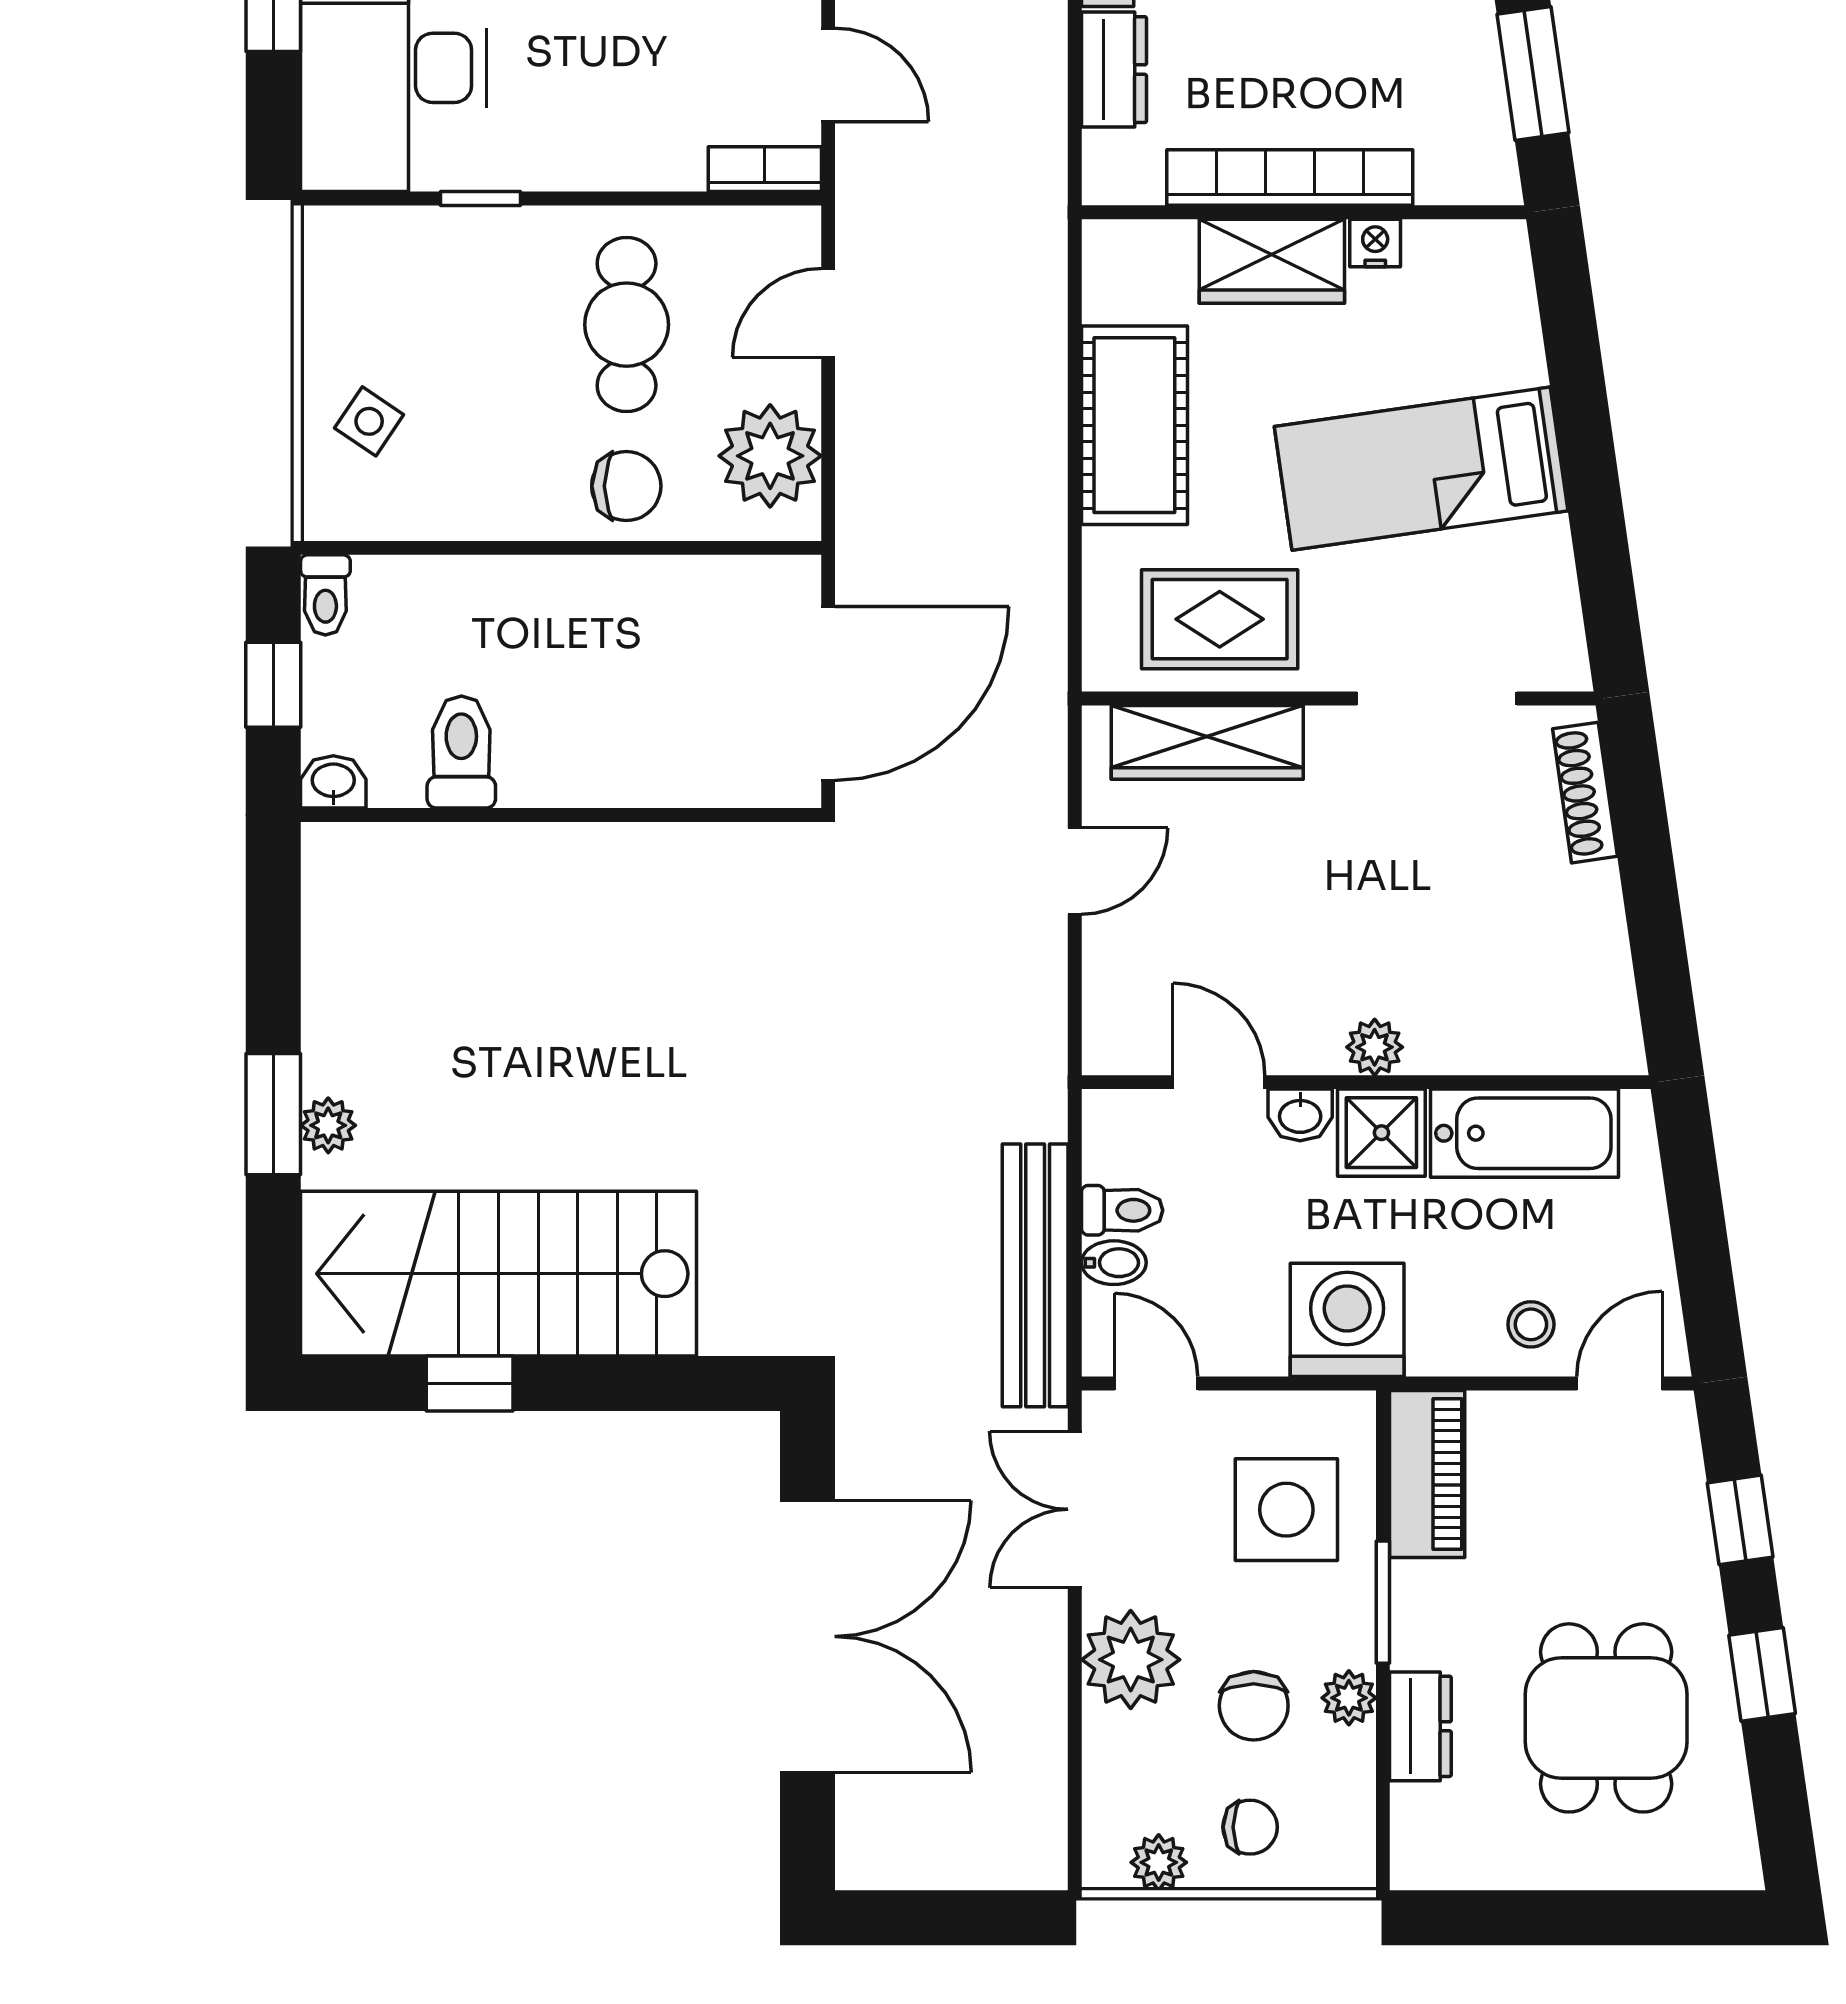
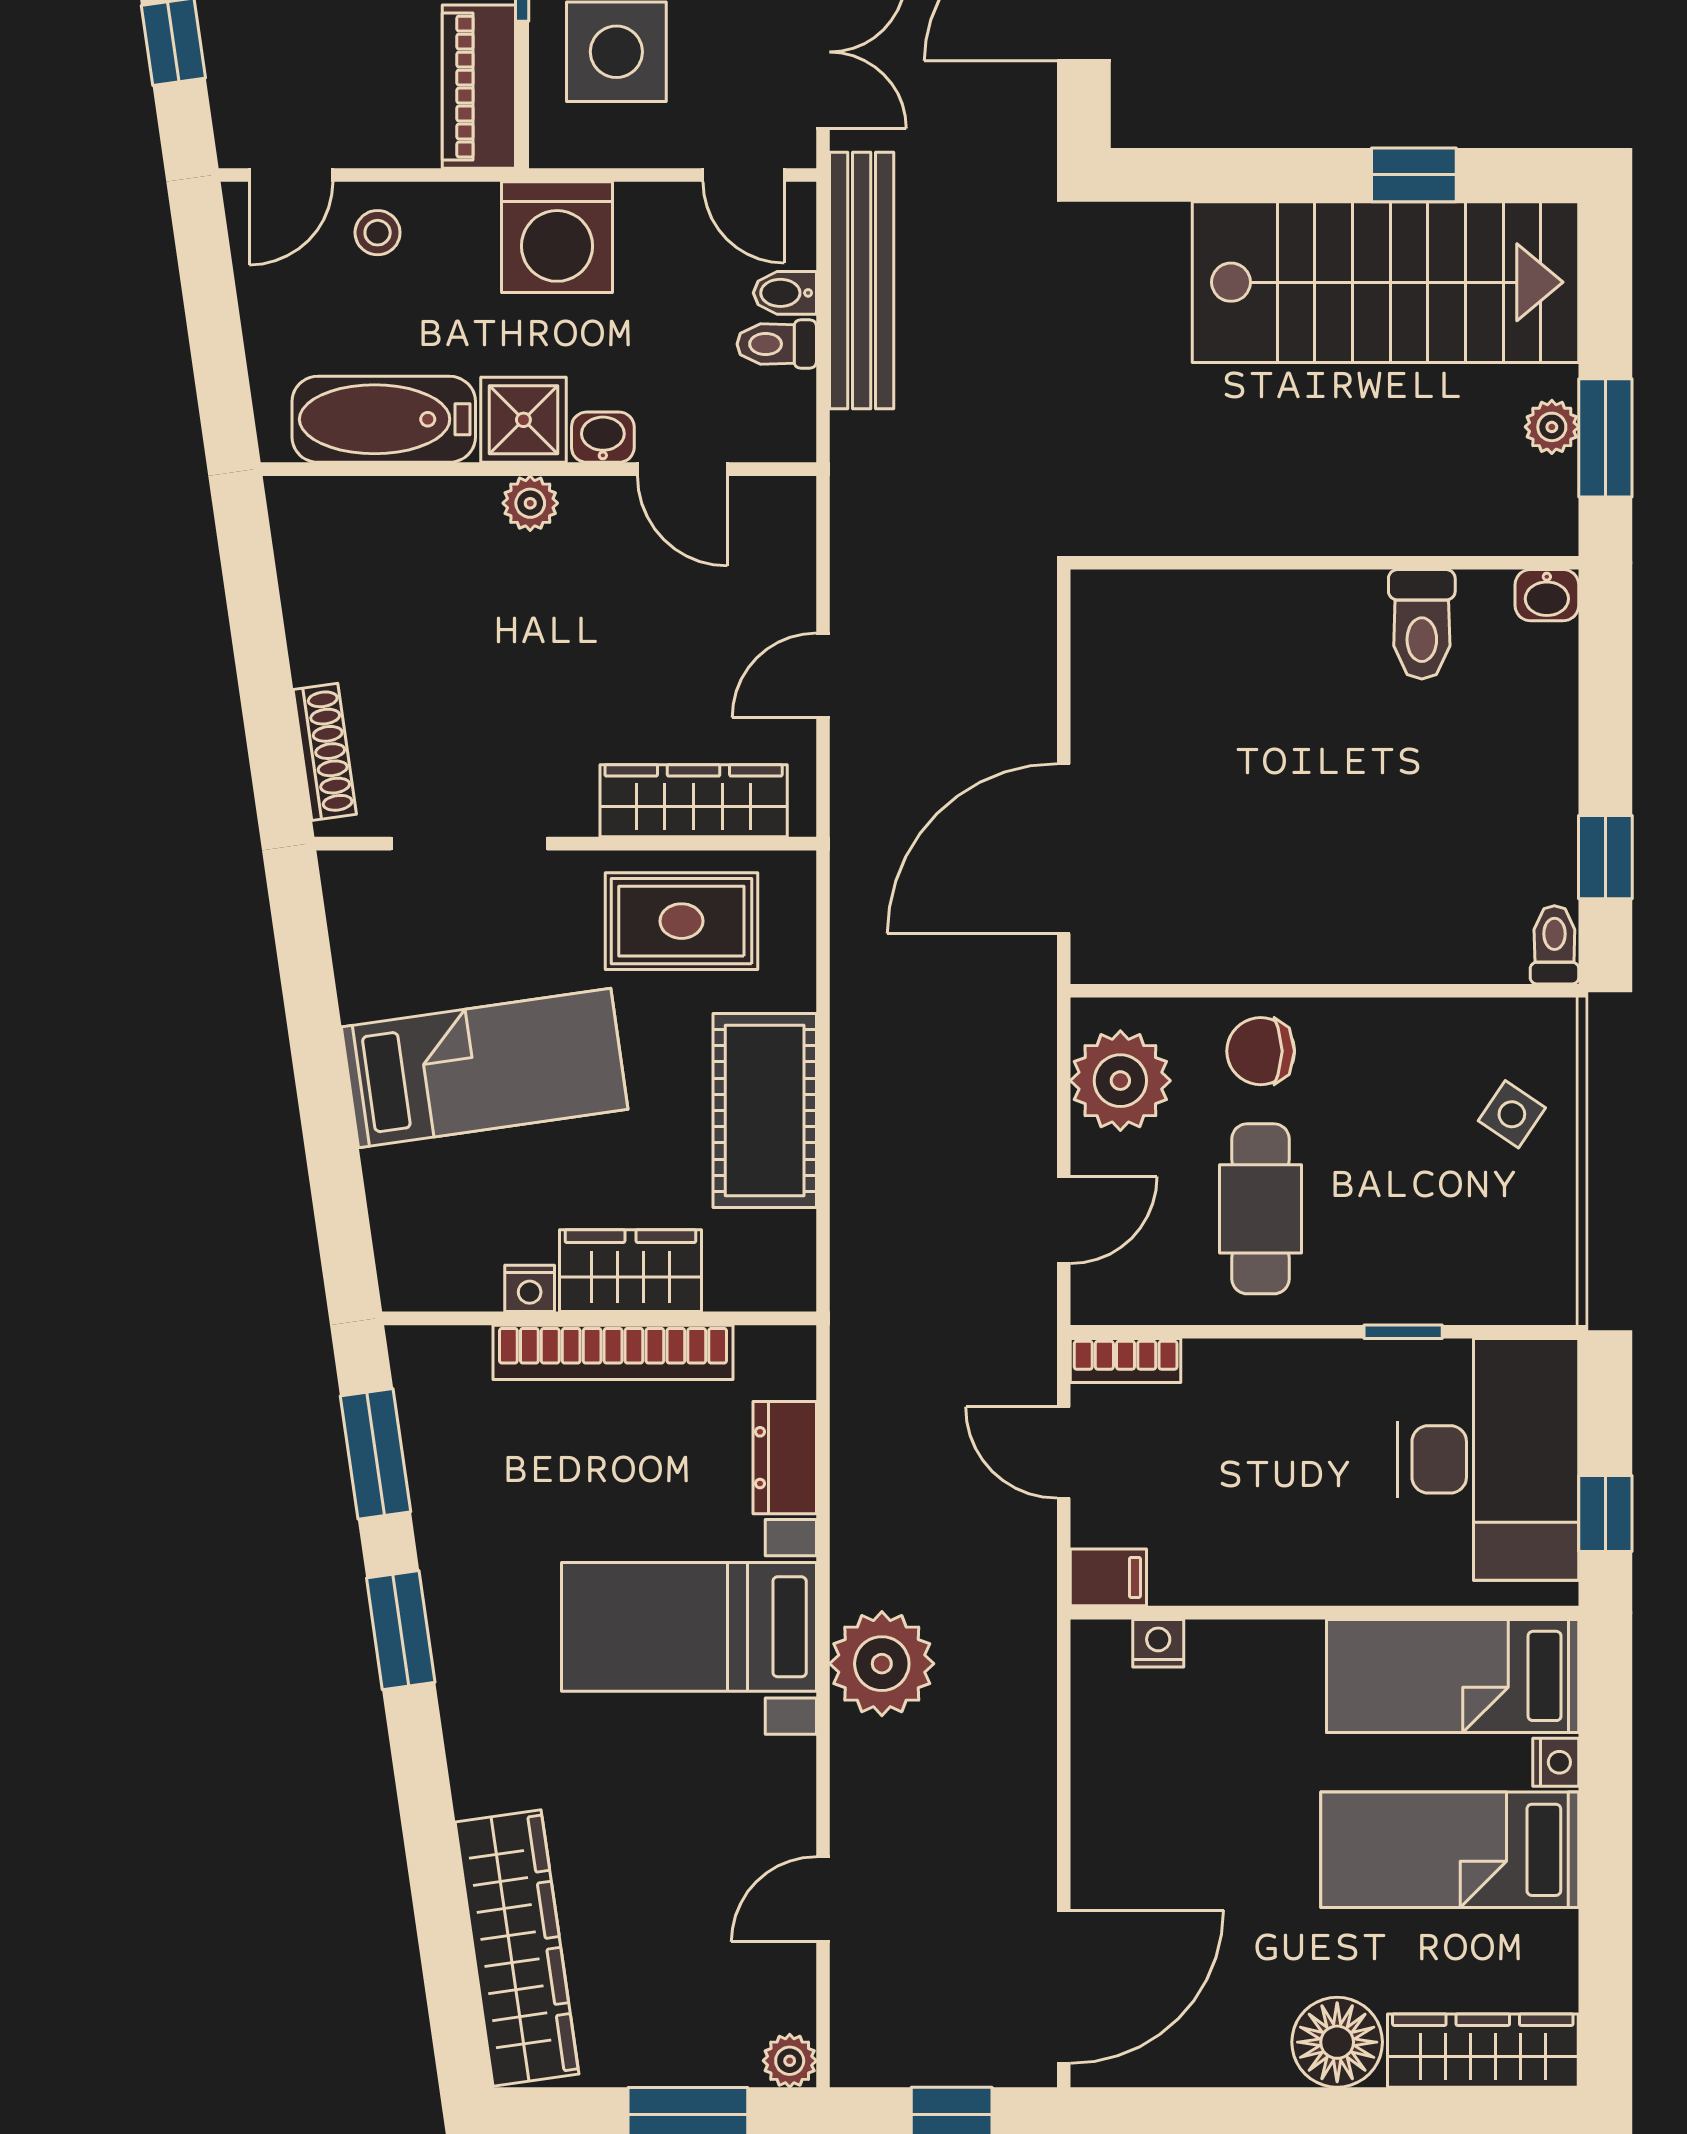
toilet: (461, 752) -> (1422, 624), moved
washbasin: (333, 782) -> (1547, 595), moved
wall: (561, 815) -> (1324, 563), moved

